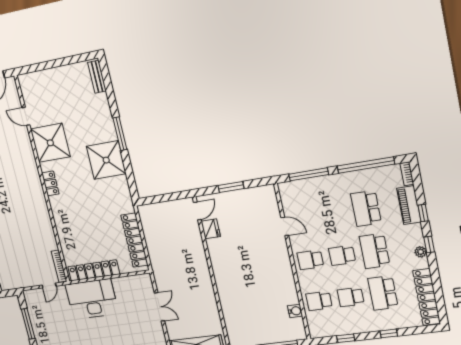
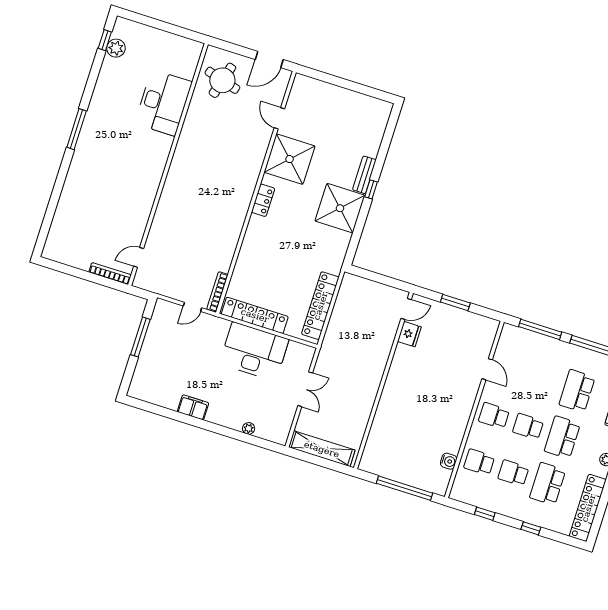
bench: (97, 77) -> (364, 175), moved
window: (120, 134) -> (371, 189), width x0.46
desk: (92, 299) -> (254, 351), moved

